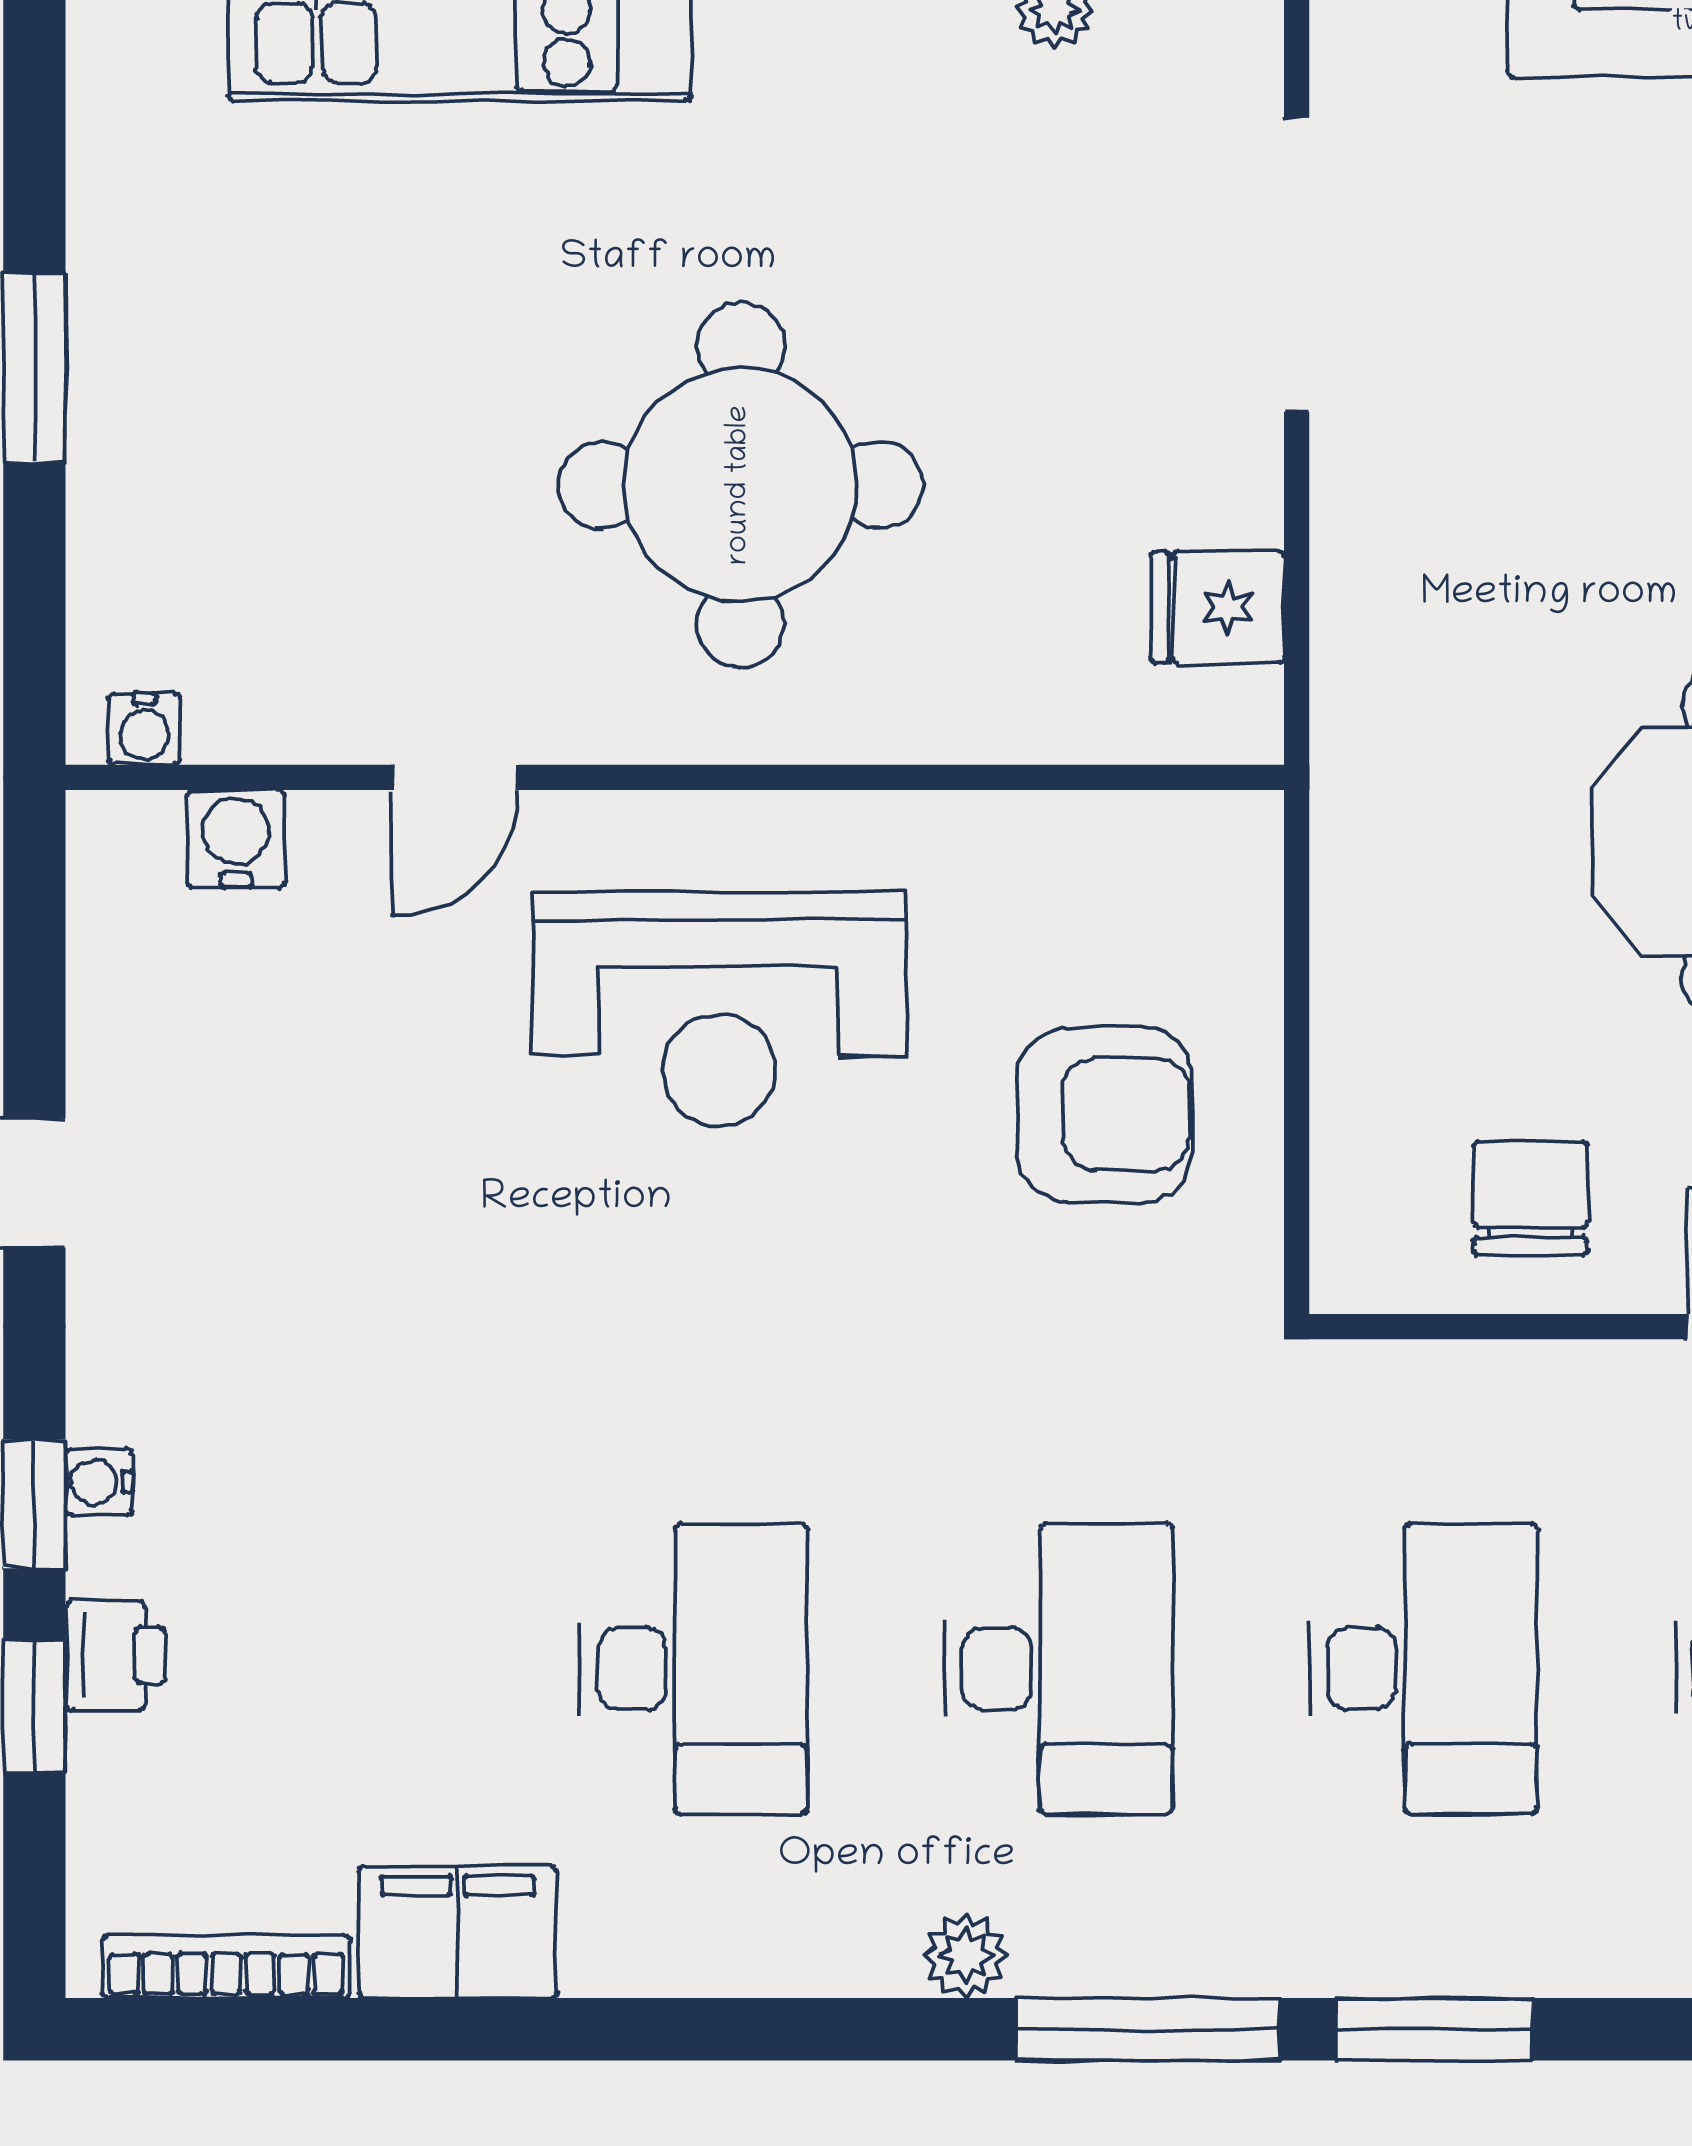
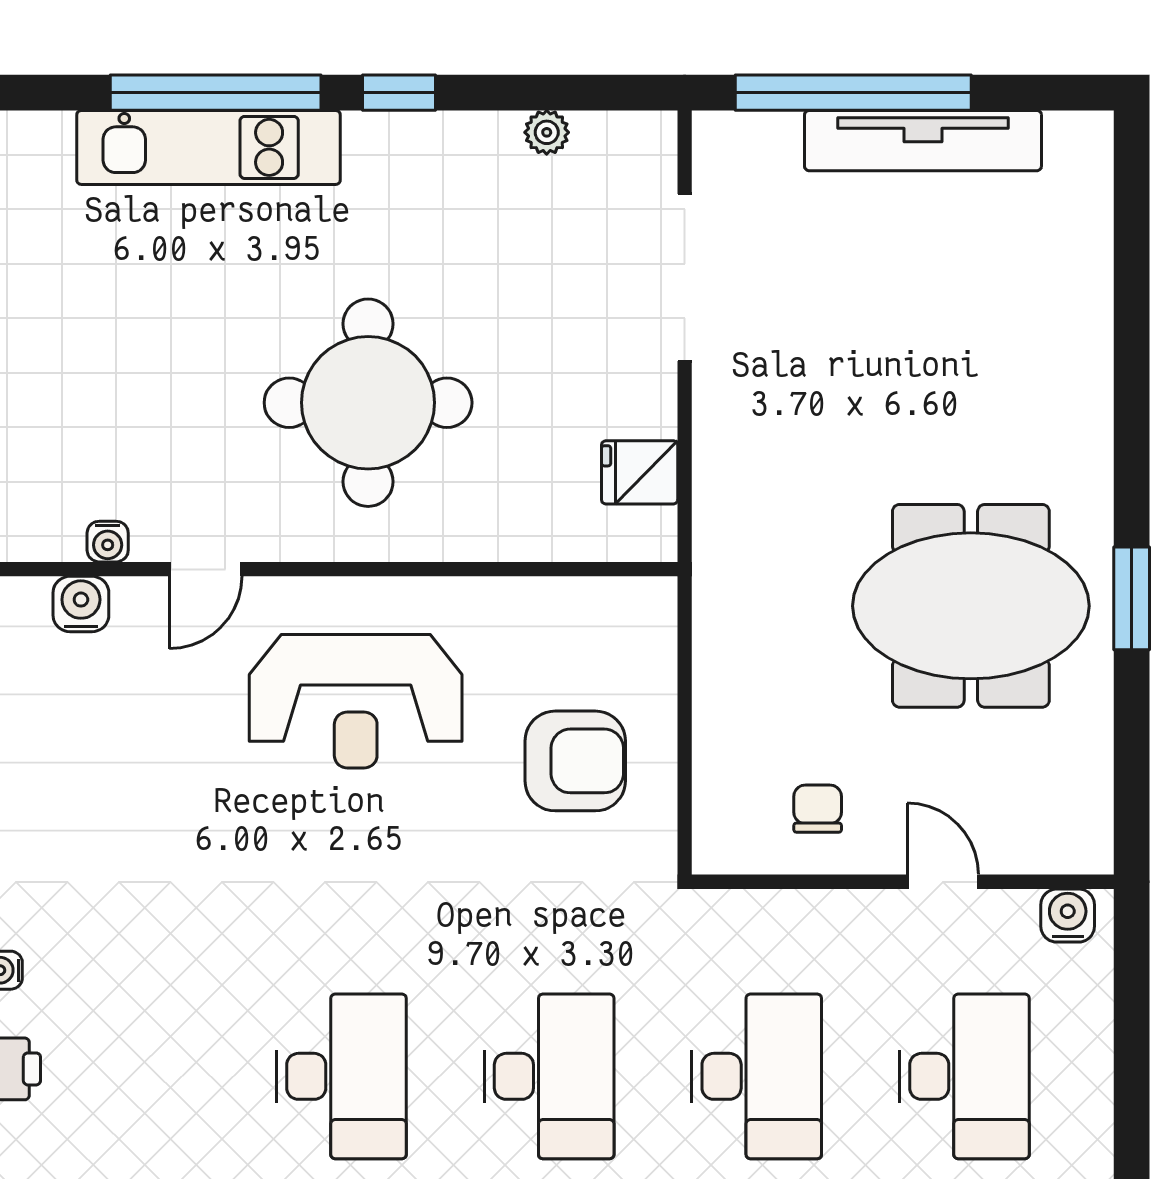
water cooler: (144, 729) -> (108, 542), moved
chair: (1530, 1198) -> (818, 809), width x0.73, depth x0.73

